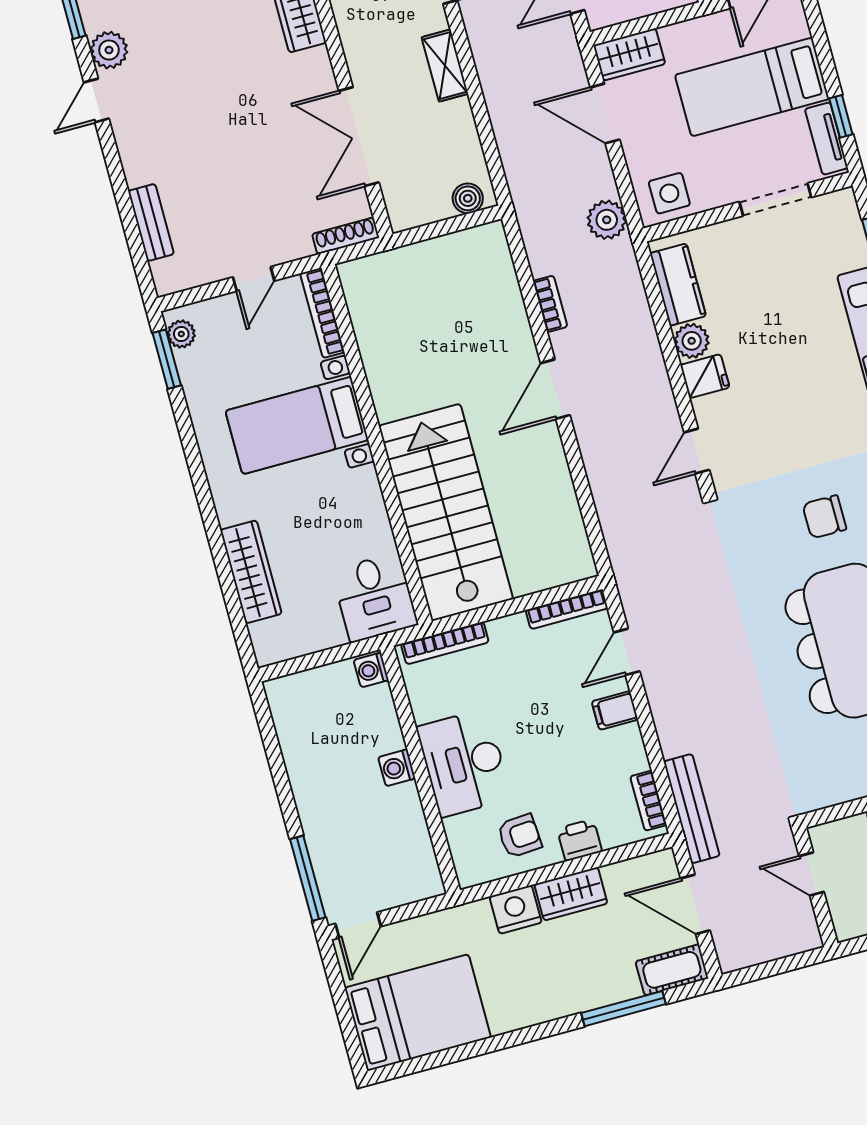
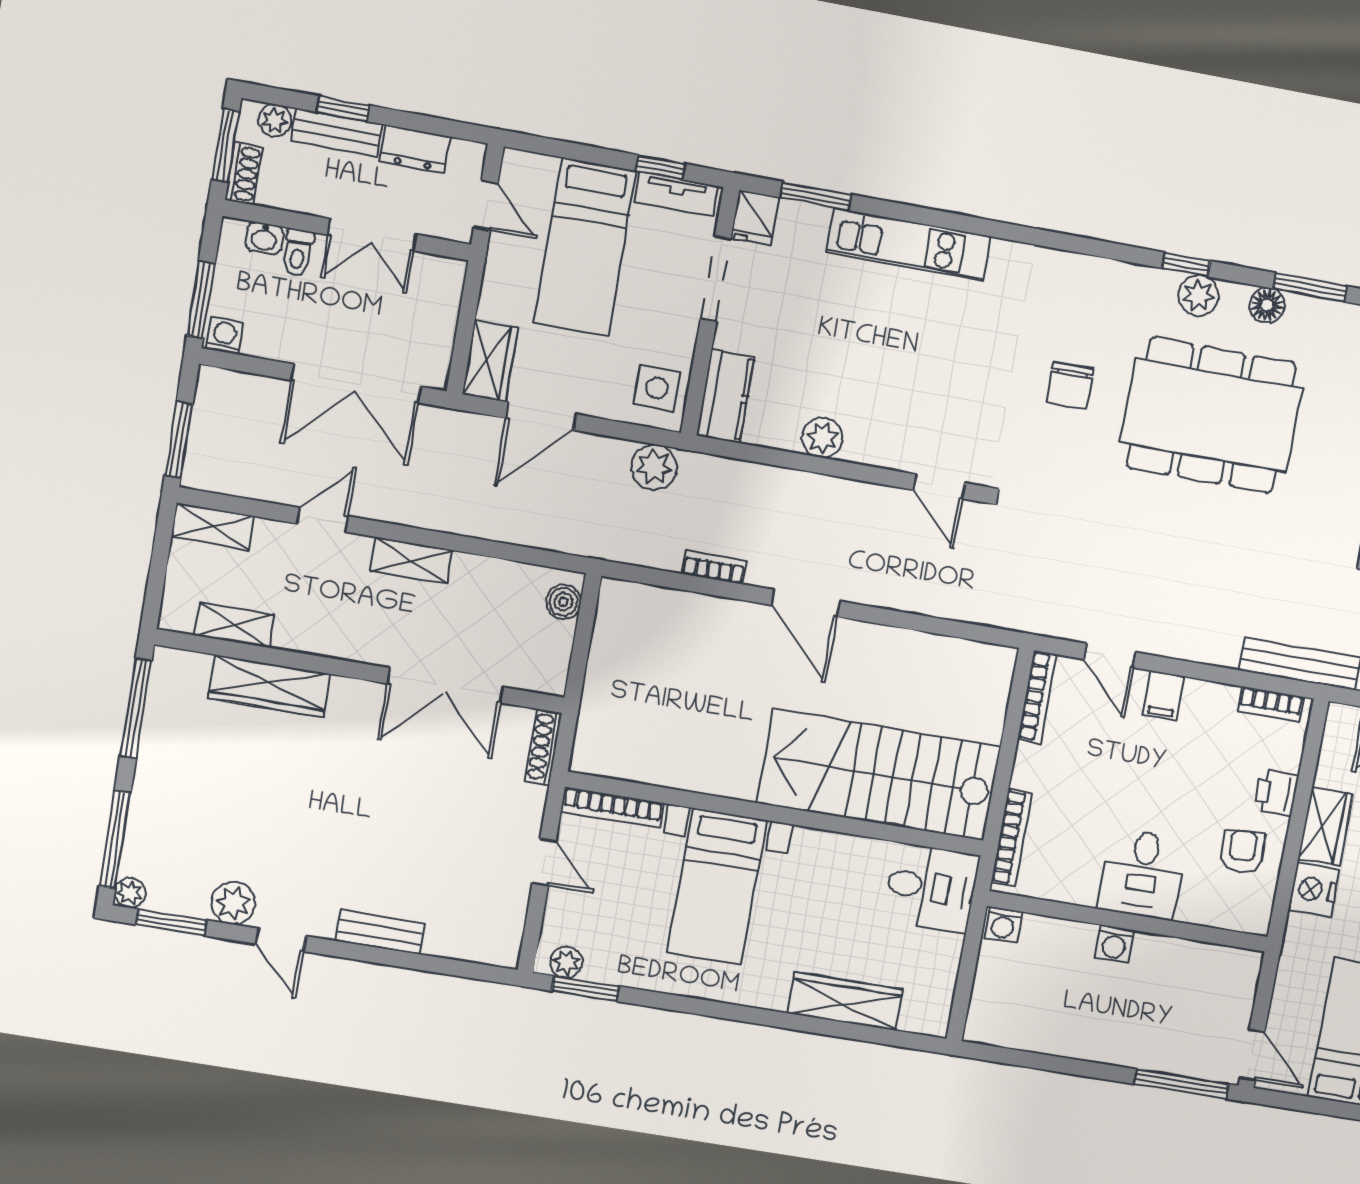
bench: (151, 222) -> (380, 932), moved
kitchen counter: (678, 285) -> (725, 396), moved, turned 90
fridge: (705, 376) -> (755, 218), moved, turned 180
desk: (464, 763) -> (1142, 874), width x0.73

